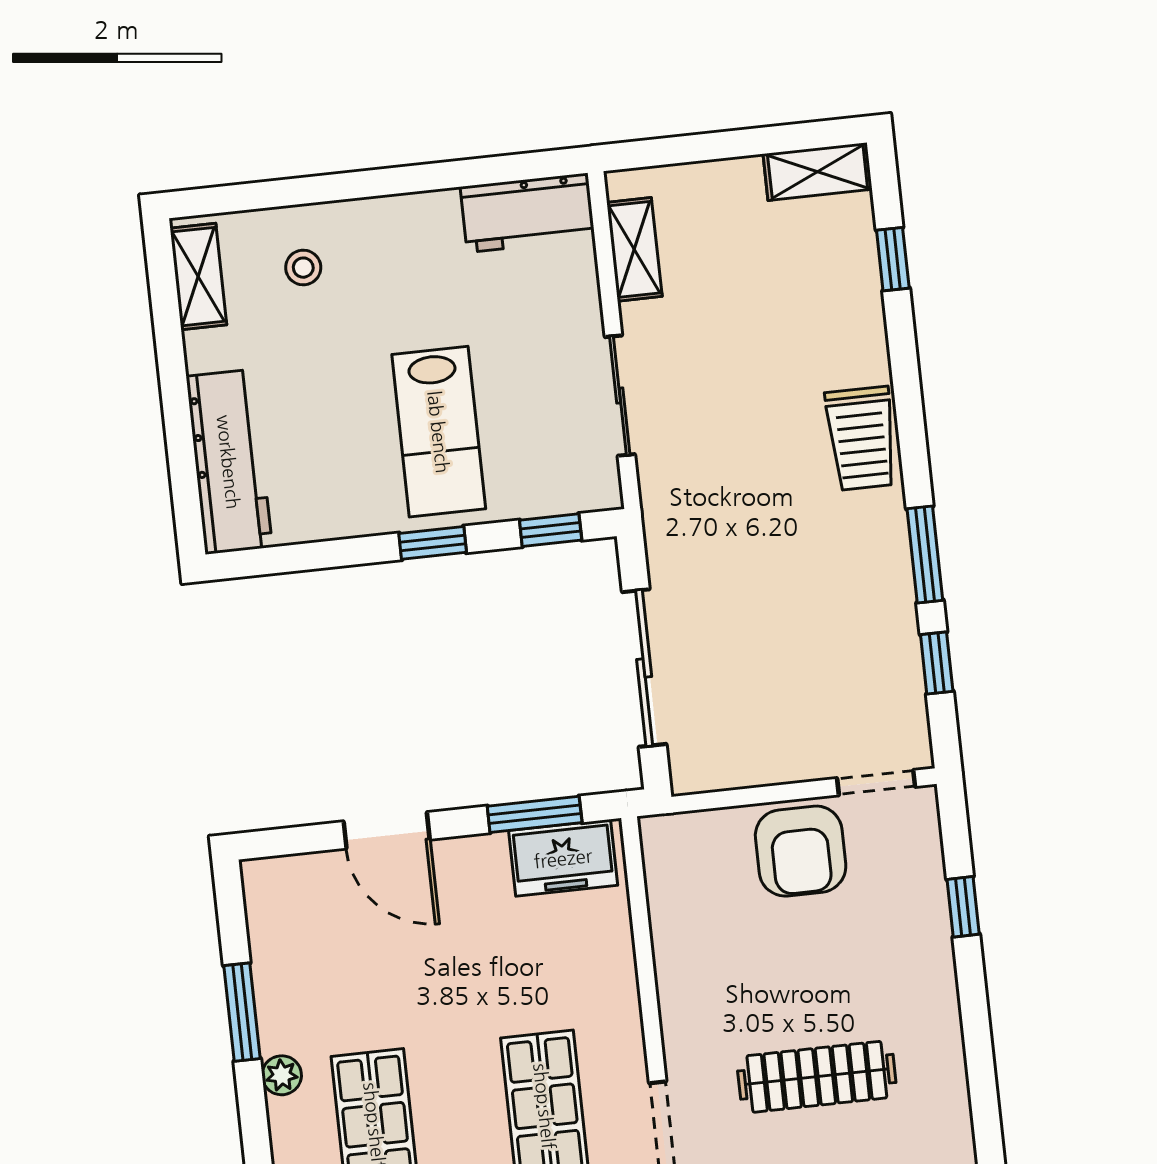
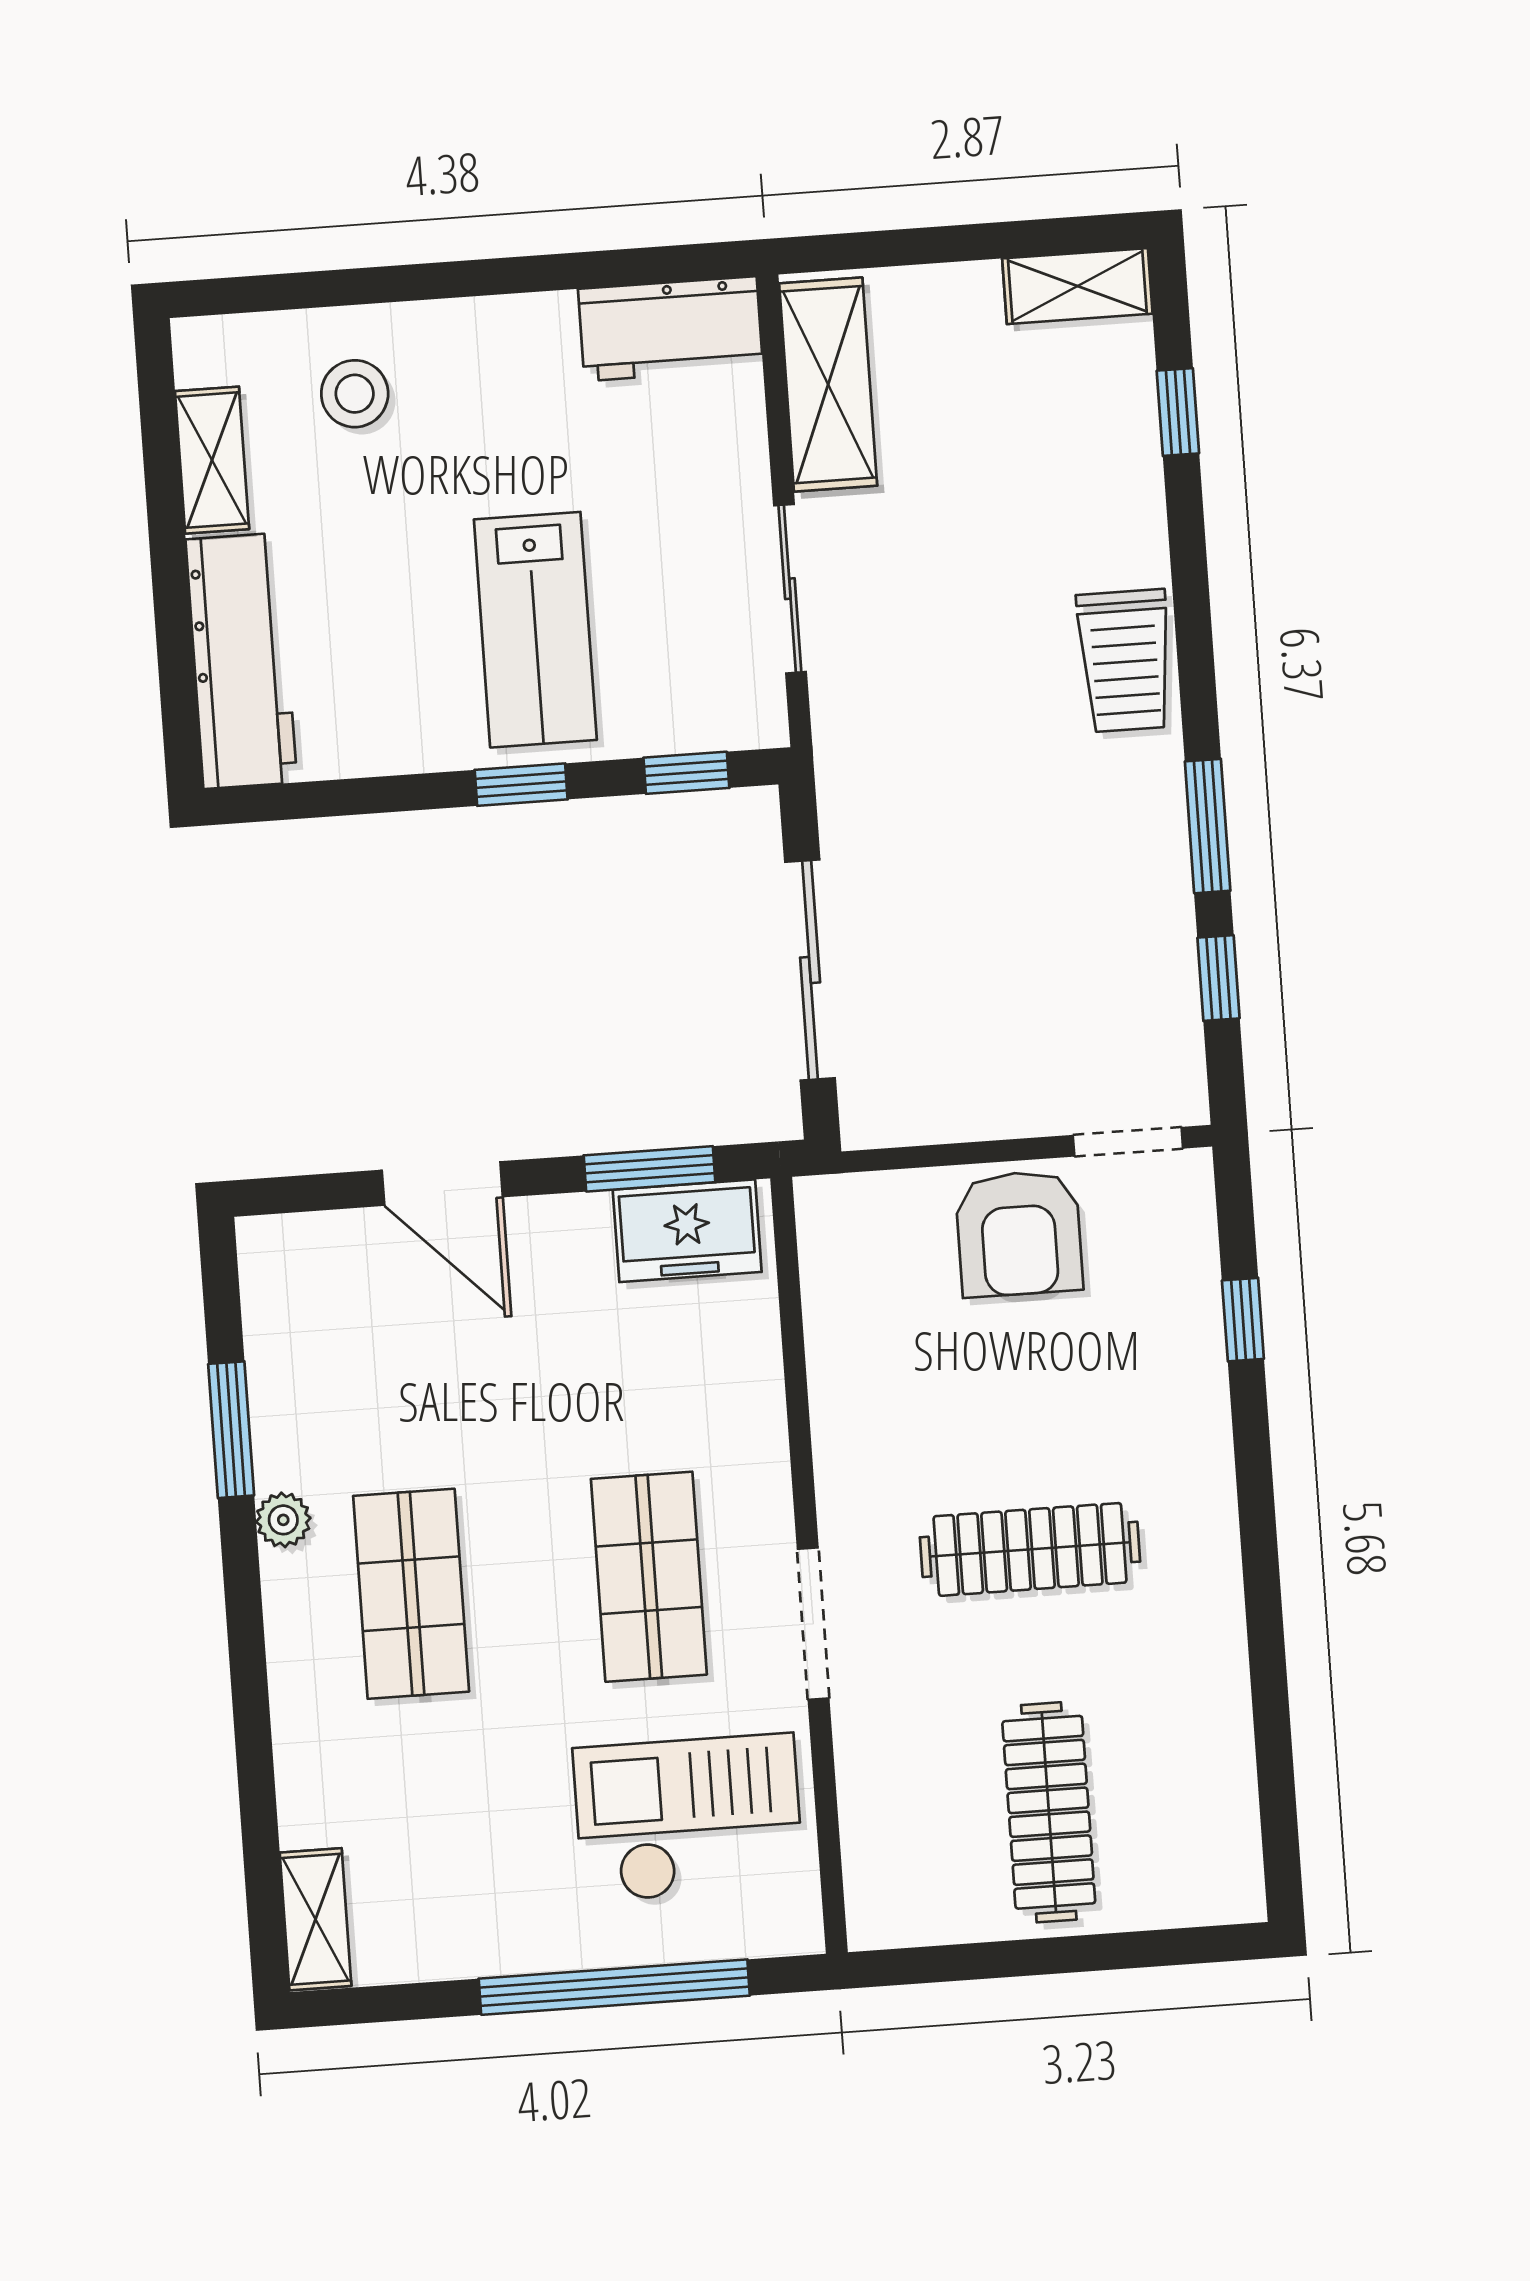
shelving: (634, 249) -> (828, 385), width x1.50, depth x1.33
stool: (303, 268) -> (355, 394), width x1.37, depth x1.37
shelving: (198, 277) -> (212, 460), moved

